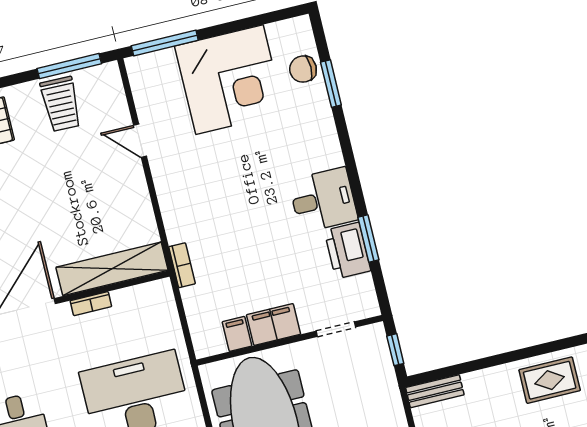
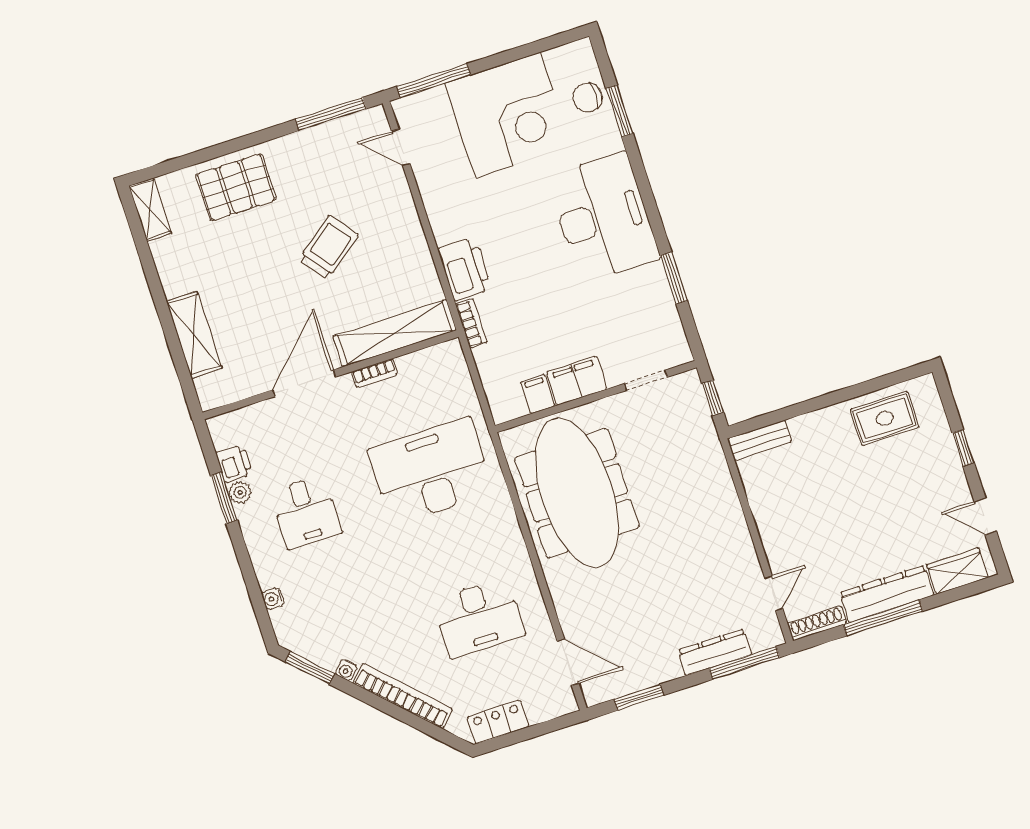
trolley: (61, 104) -> (328, 247), moved, turned -129
door: (140, 141) -> (401, 148), moved
desk: (323, 200) -> (603, 217), width x1.87, depth x1.30
printer: (347, 251) -> (465, 269), moved, turned 180

